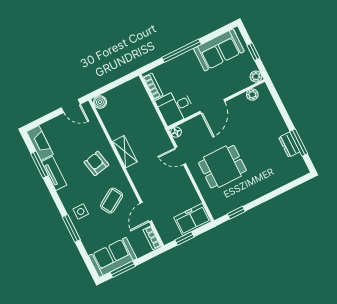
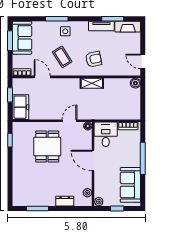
door: (71, 106) -> (143, 61), hinge flipped
dresser: (289, 145) -> (65, 201), moved

